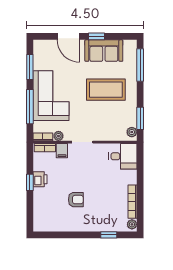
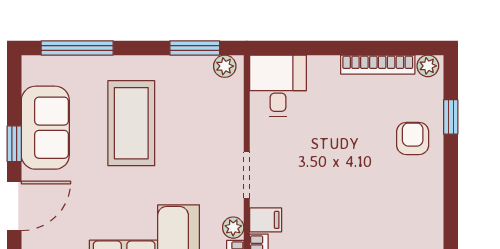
armchair: (76, 200) -> (413, 138), moved

